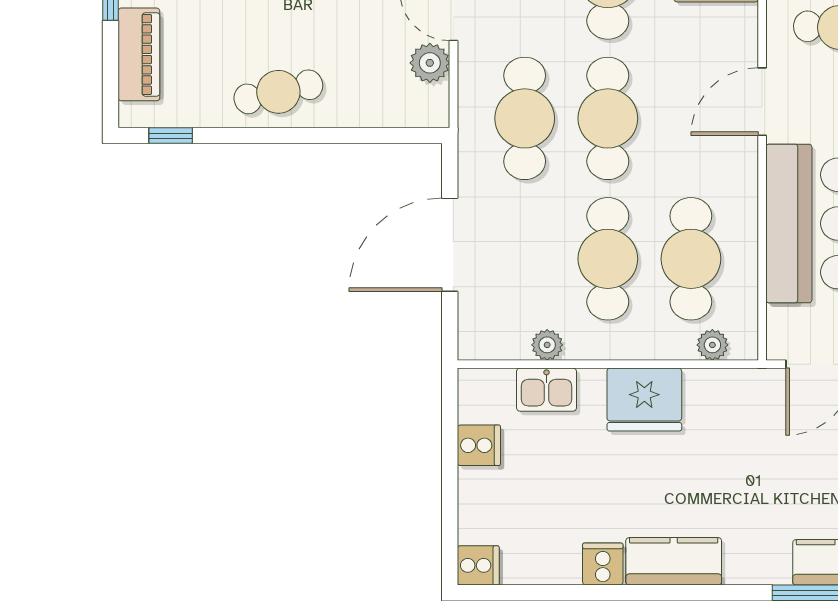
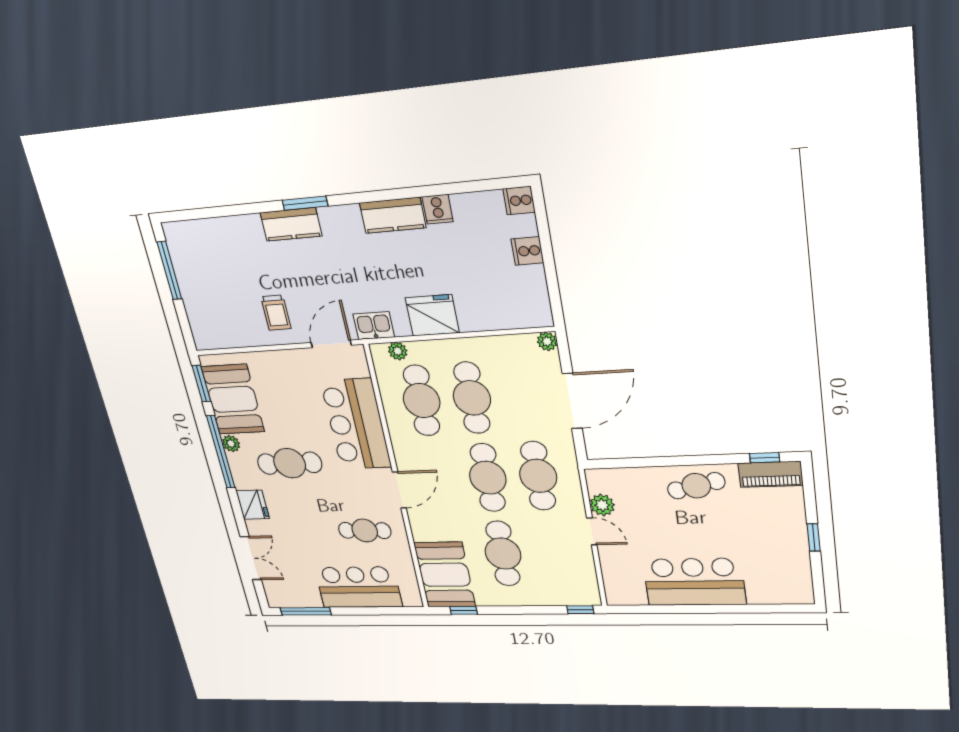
piano: (139, 54) -> (771, 474), moved, turned -90
plant: (547, 345) -> (547, 341), moved
kitchen sink: (546, 390) -> (374, 326), moved
cooker: (479, 445) -> (527, 251), moved

